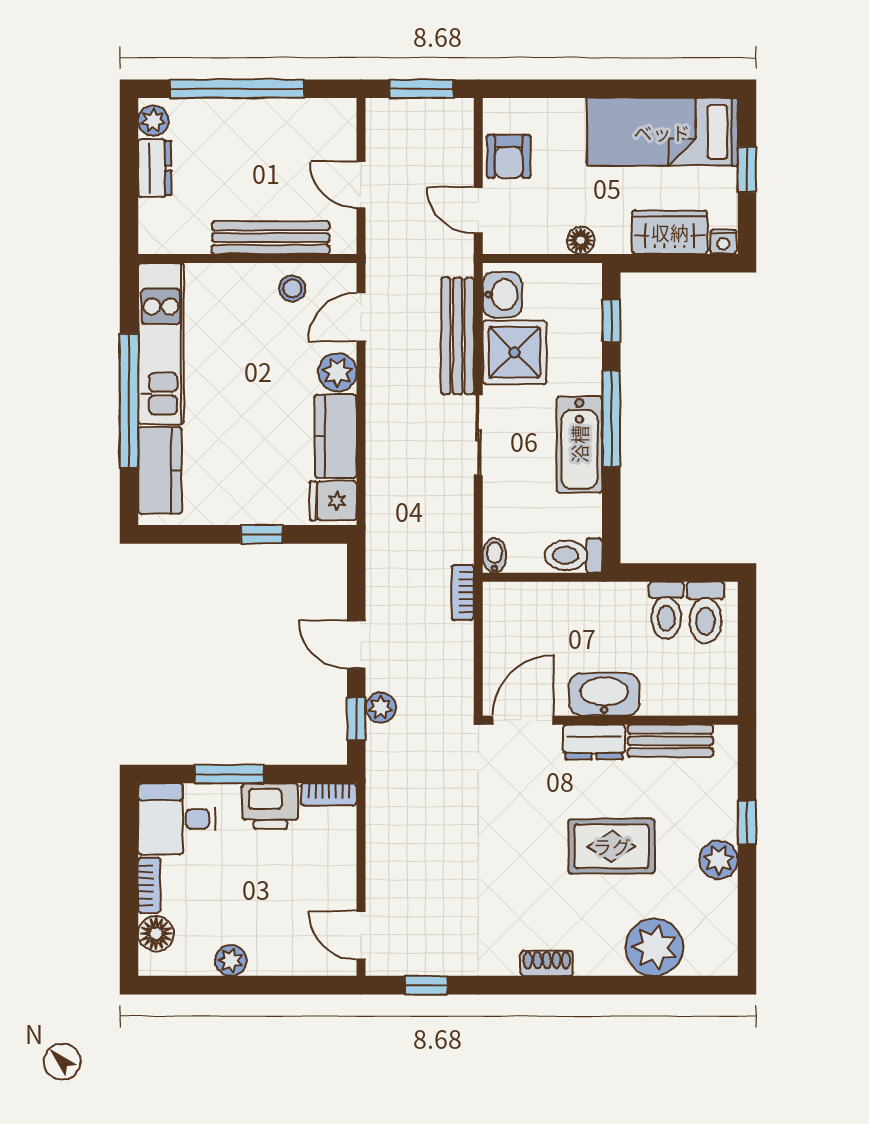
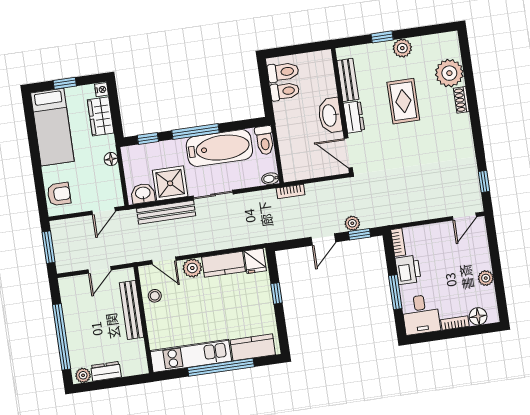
armchair: (509, 156) -> (59, 194), moved
bathtub: (579, 444) -> (219, 148), width x1.36, depth x1.36
shoe rack: (547, 963) -> (461, 100), moved

